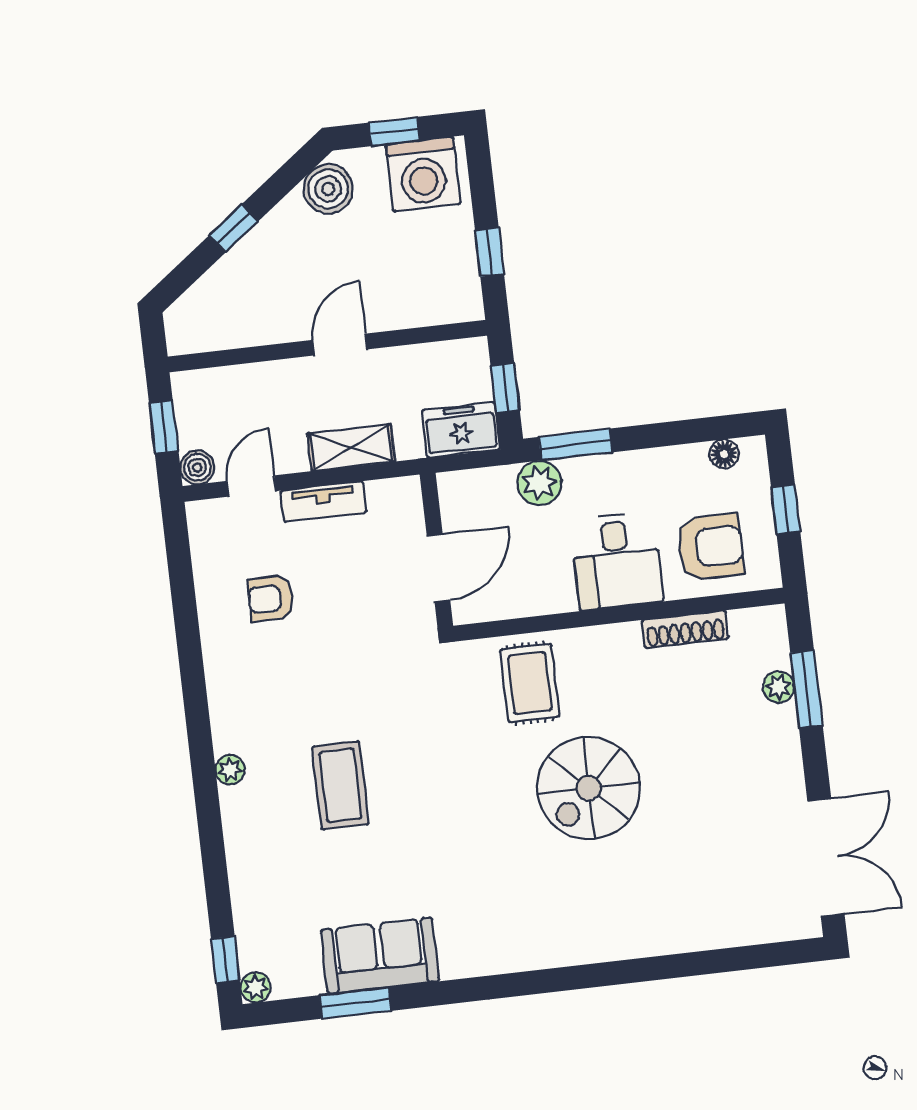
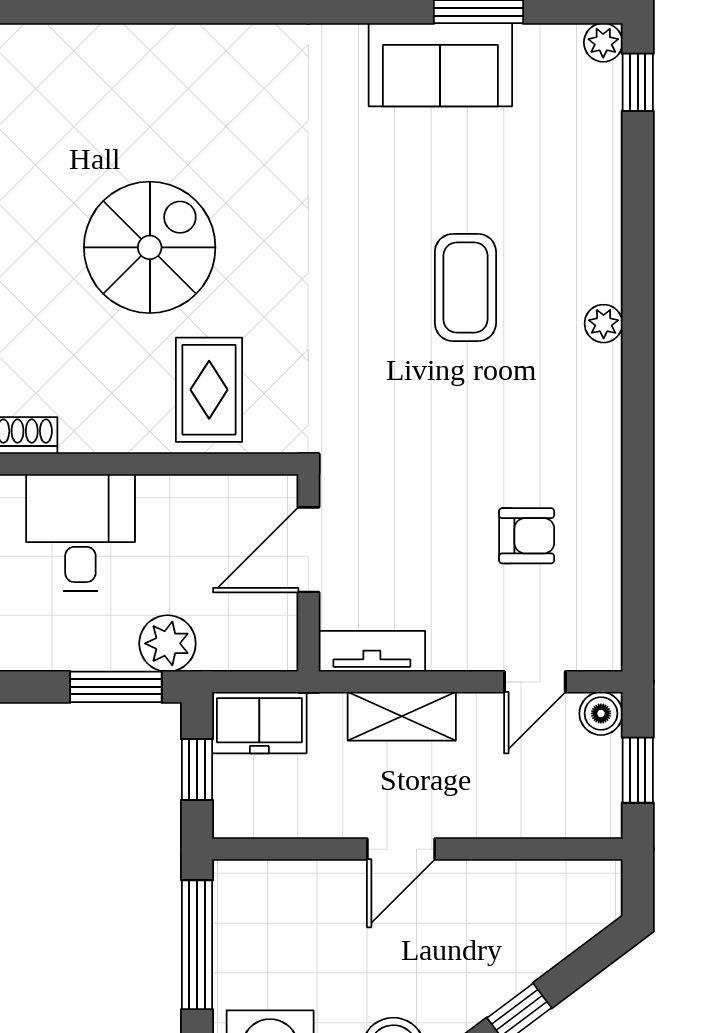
window: (489, 252) -> (197, 945), width x2.17
tv unit: (324, 502) -> (372, 651), moved

